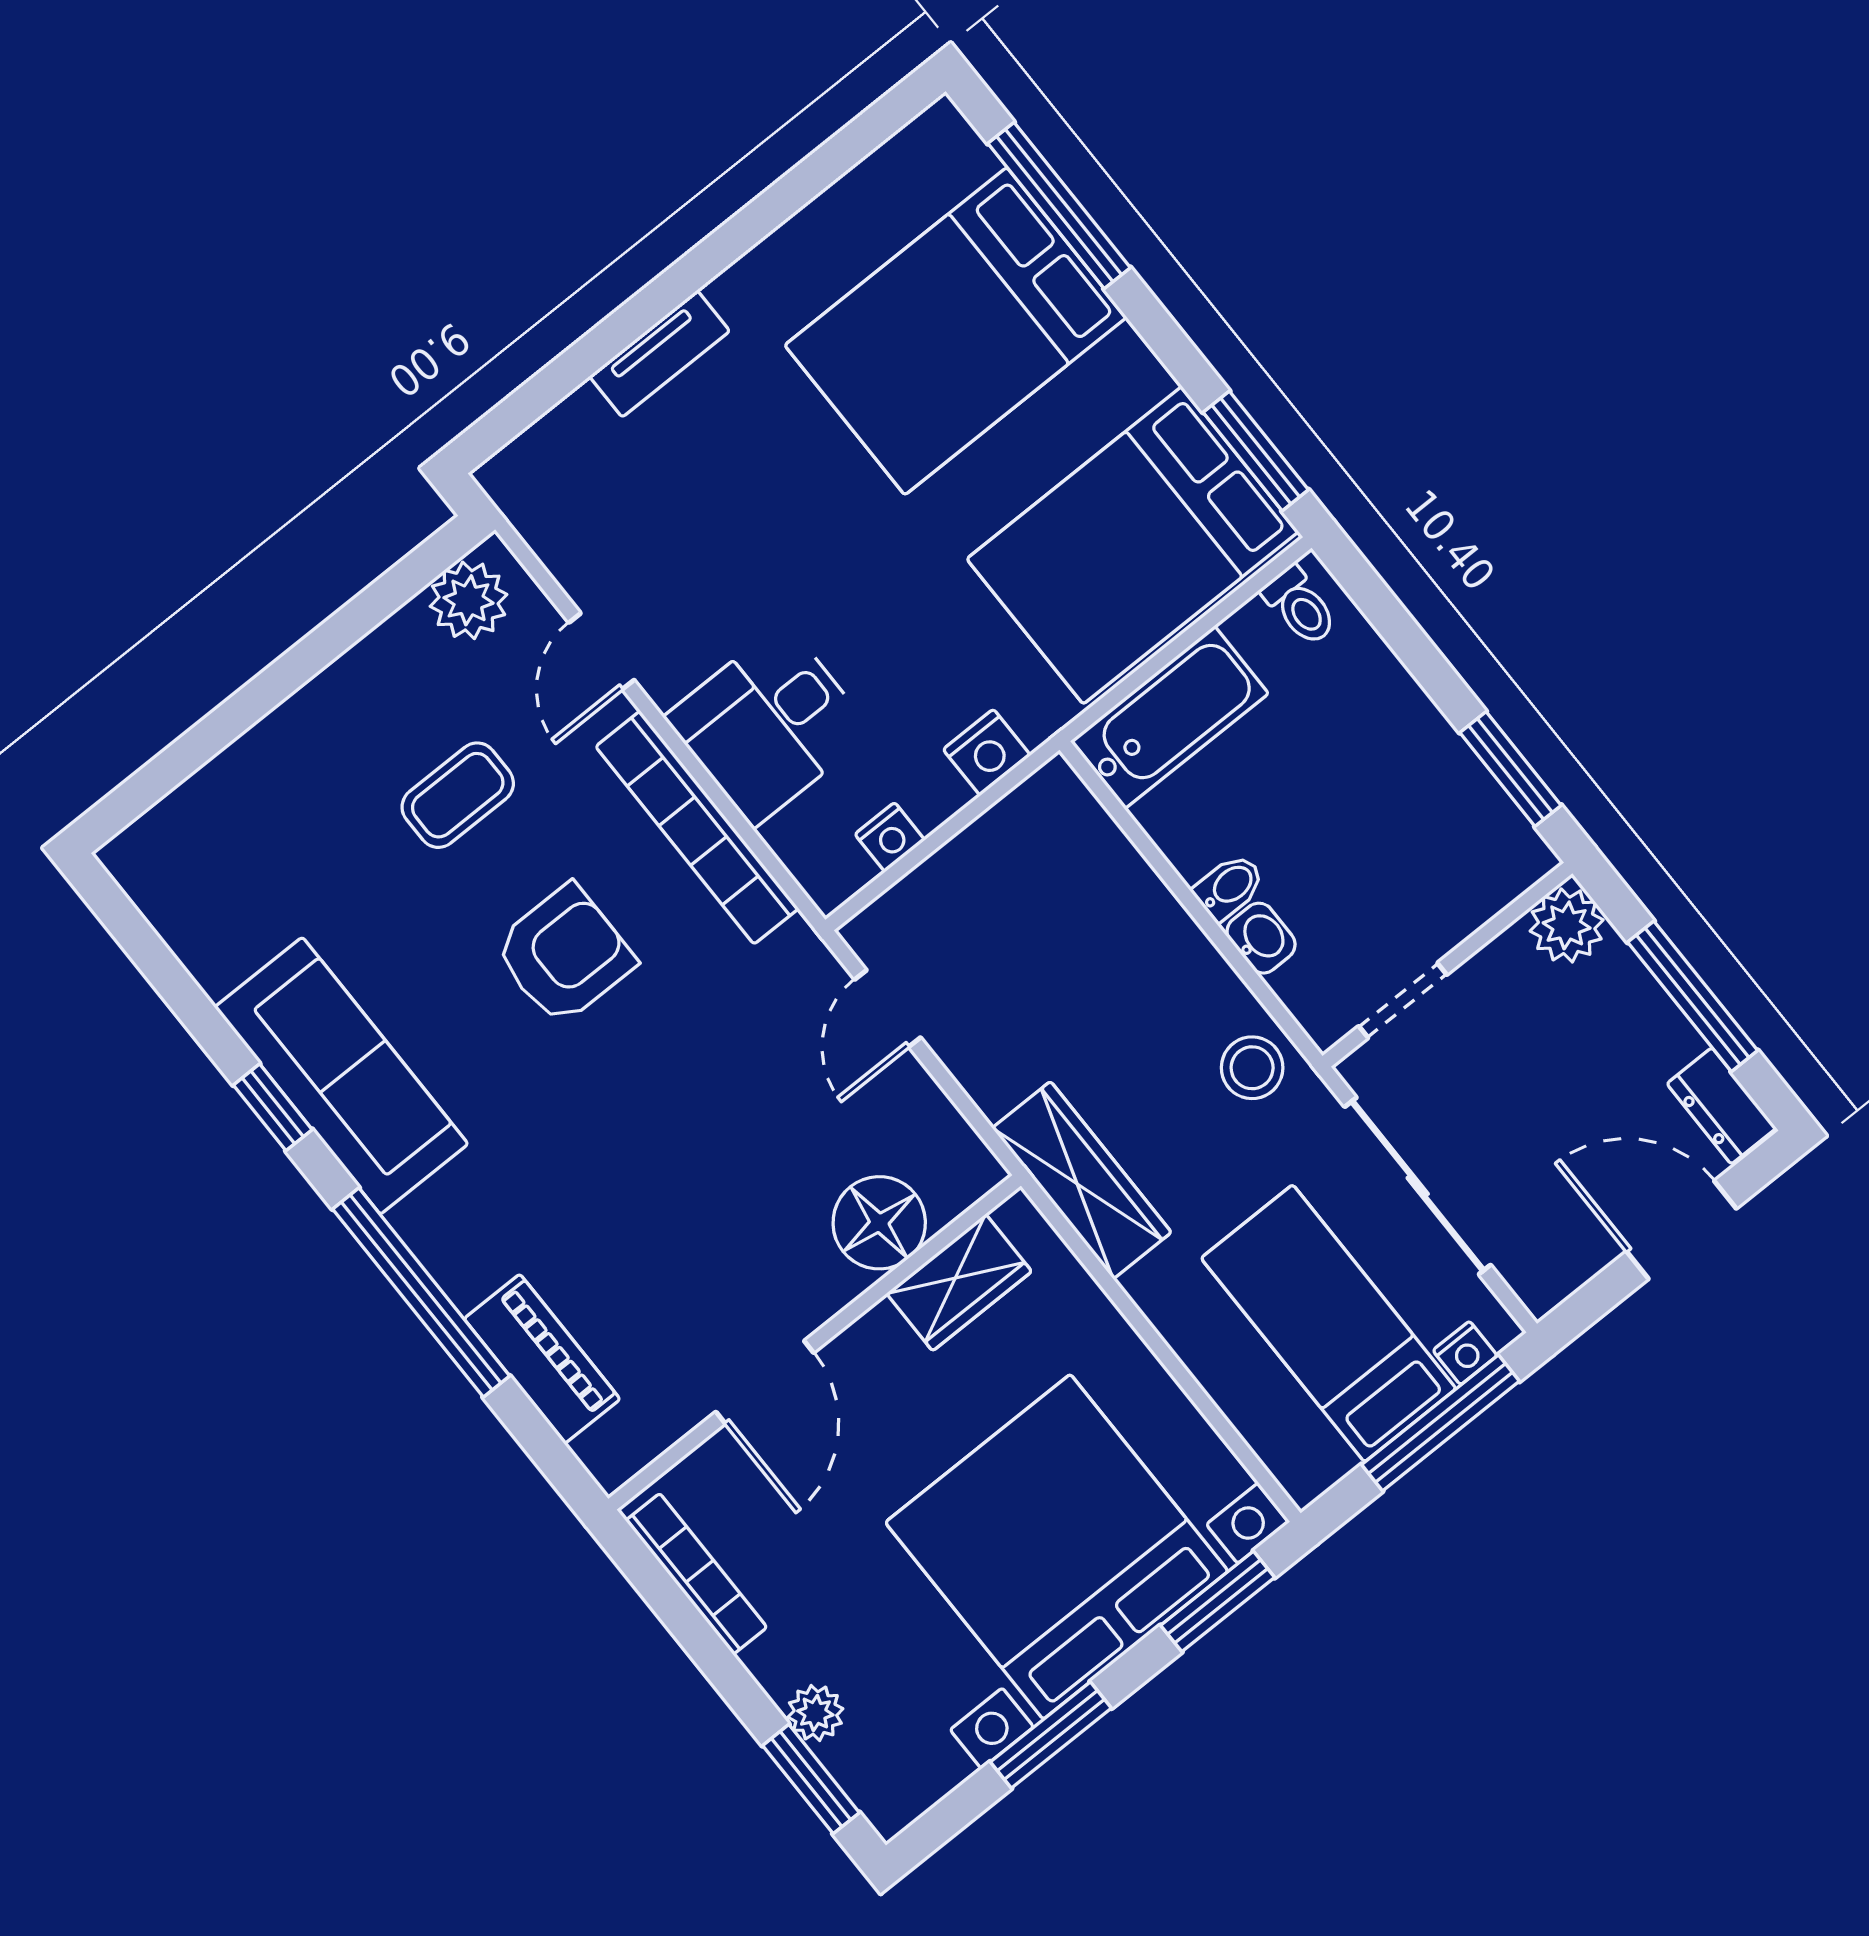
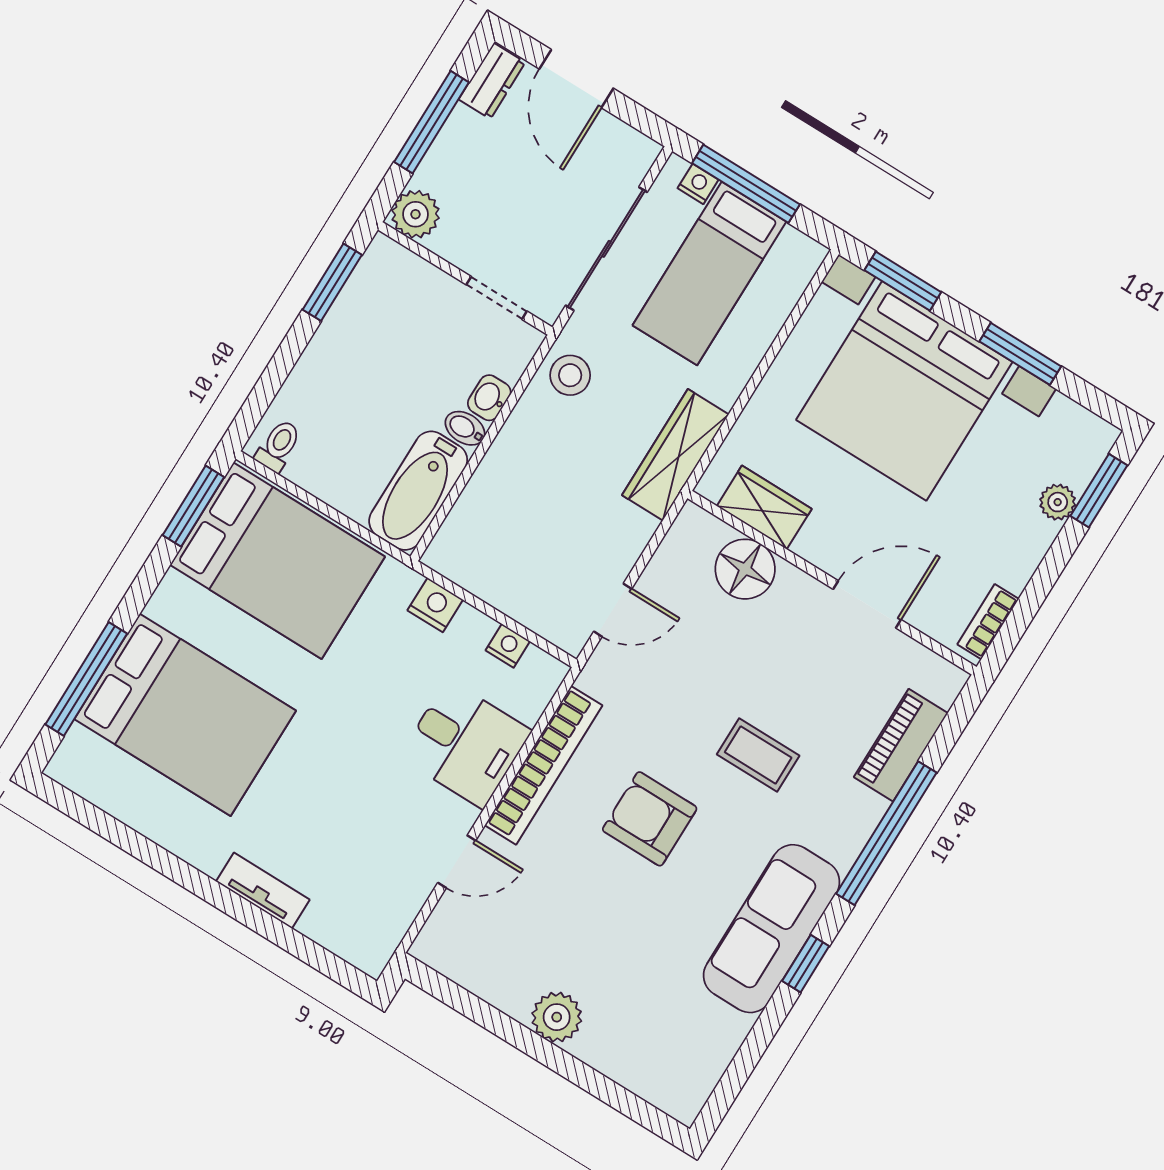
plant: (469, 600) -> (557, 1017), moved
bathtub: (1169, 717) -> (418, 491), moved, turned -90
coffee table: (458, 795) -> (758, 755), moved
bookcase: (696, 1574) -> (988, 622), width x0.64

